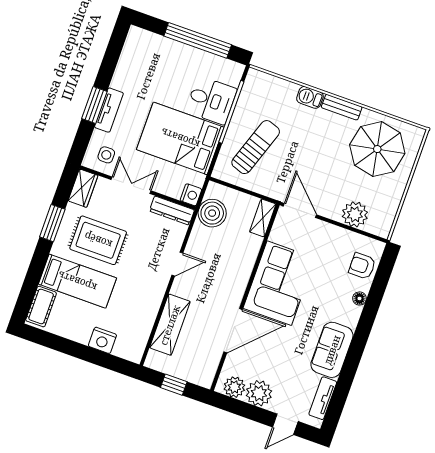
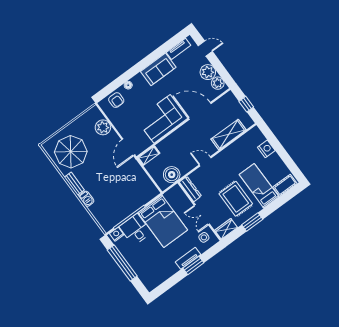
sun lounger: (256, 147) -> (129, 192), removed
nightstand: (191, 195) -> (117, 234), moved

